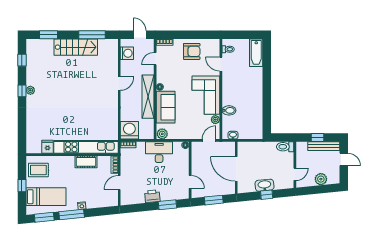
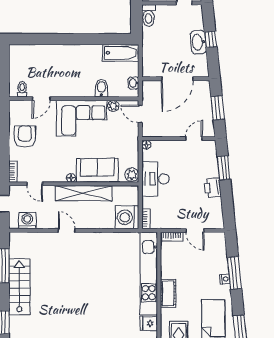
bathtub: (256, 53) -> (121, 53), moved
cot: (86, 162) -> (168, 293), moved
window: (72, 214) -> (234, 273), moved

